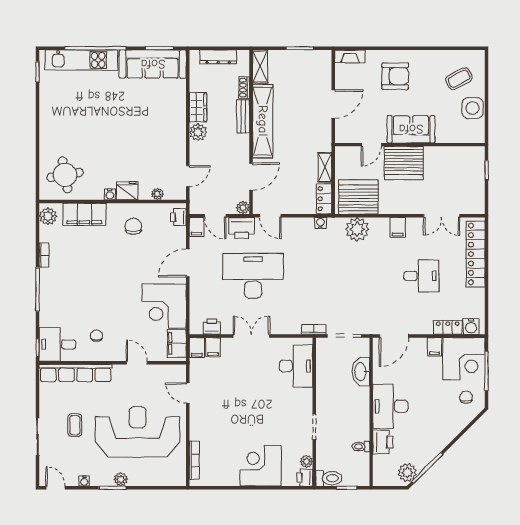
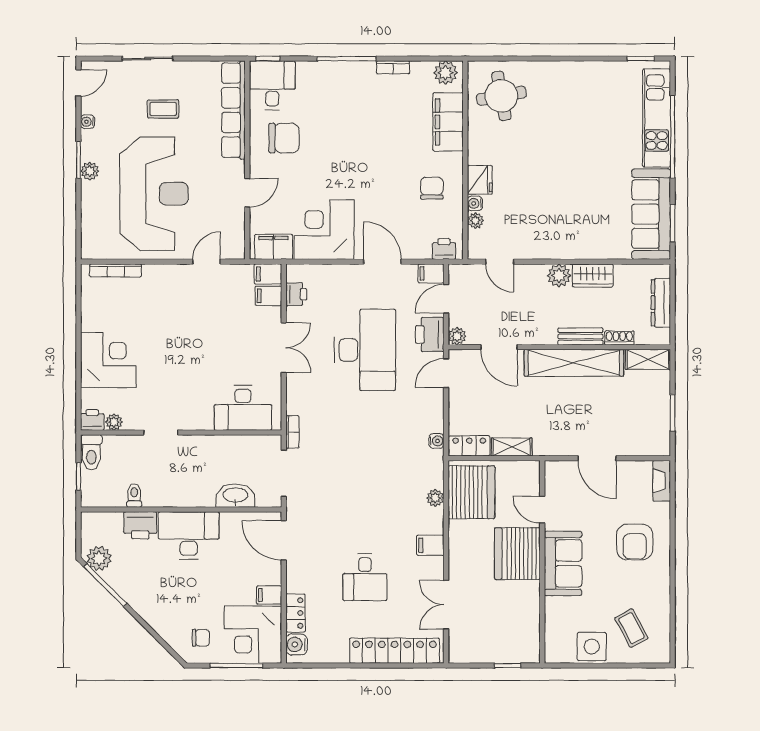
water cooler: (110, 194) -> (475, 203), moved
chair: (133, 226) -> (432, 188), turned -90
plant: (357, 229) -> (435, 498), width x0.53, depth x0.53
chair: (96, 336) -> (284, 138), width x1.87, depth x1.87

